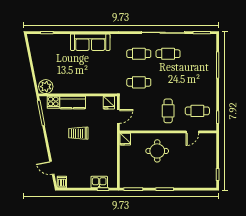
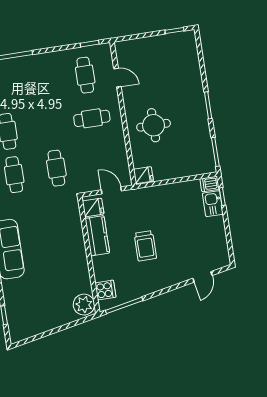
kitchen counter: (73, 102) -> (97, 236), moved
dishwasher: (62, 182) -> (210, 184), moved

